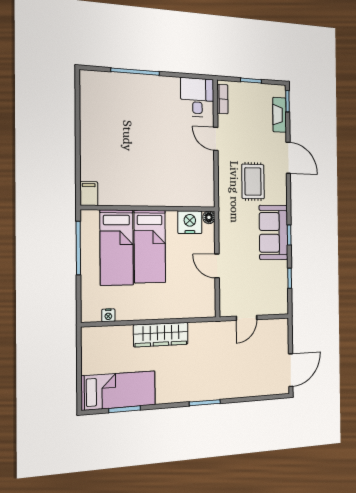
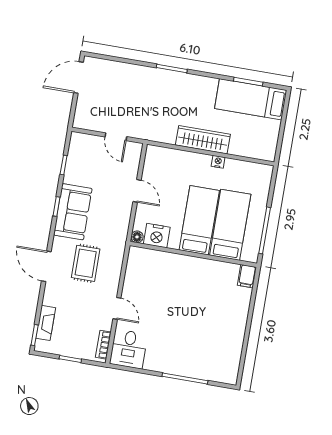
door: (288, 158) -> (46, 266), moved
nightstand: (108, 315) -> (218, 162), moved
door: (247, 318) -> (116, 137), swing flipped

